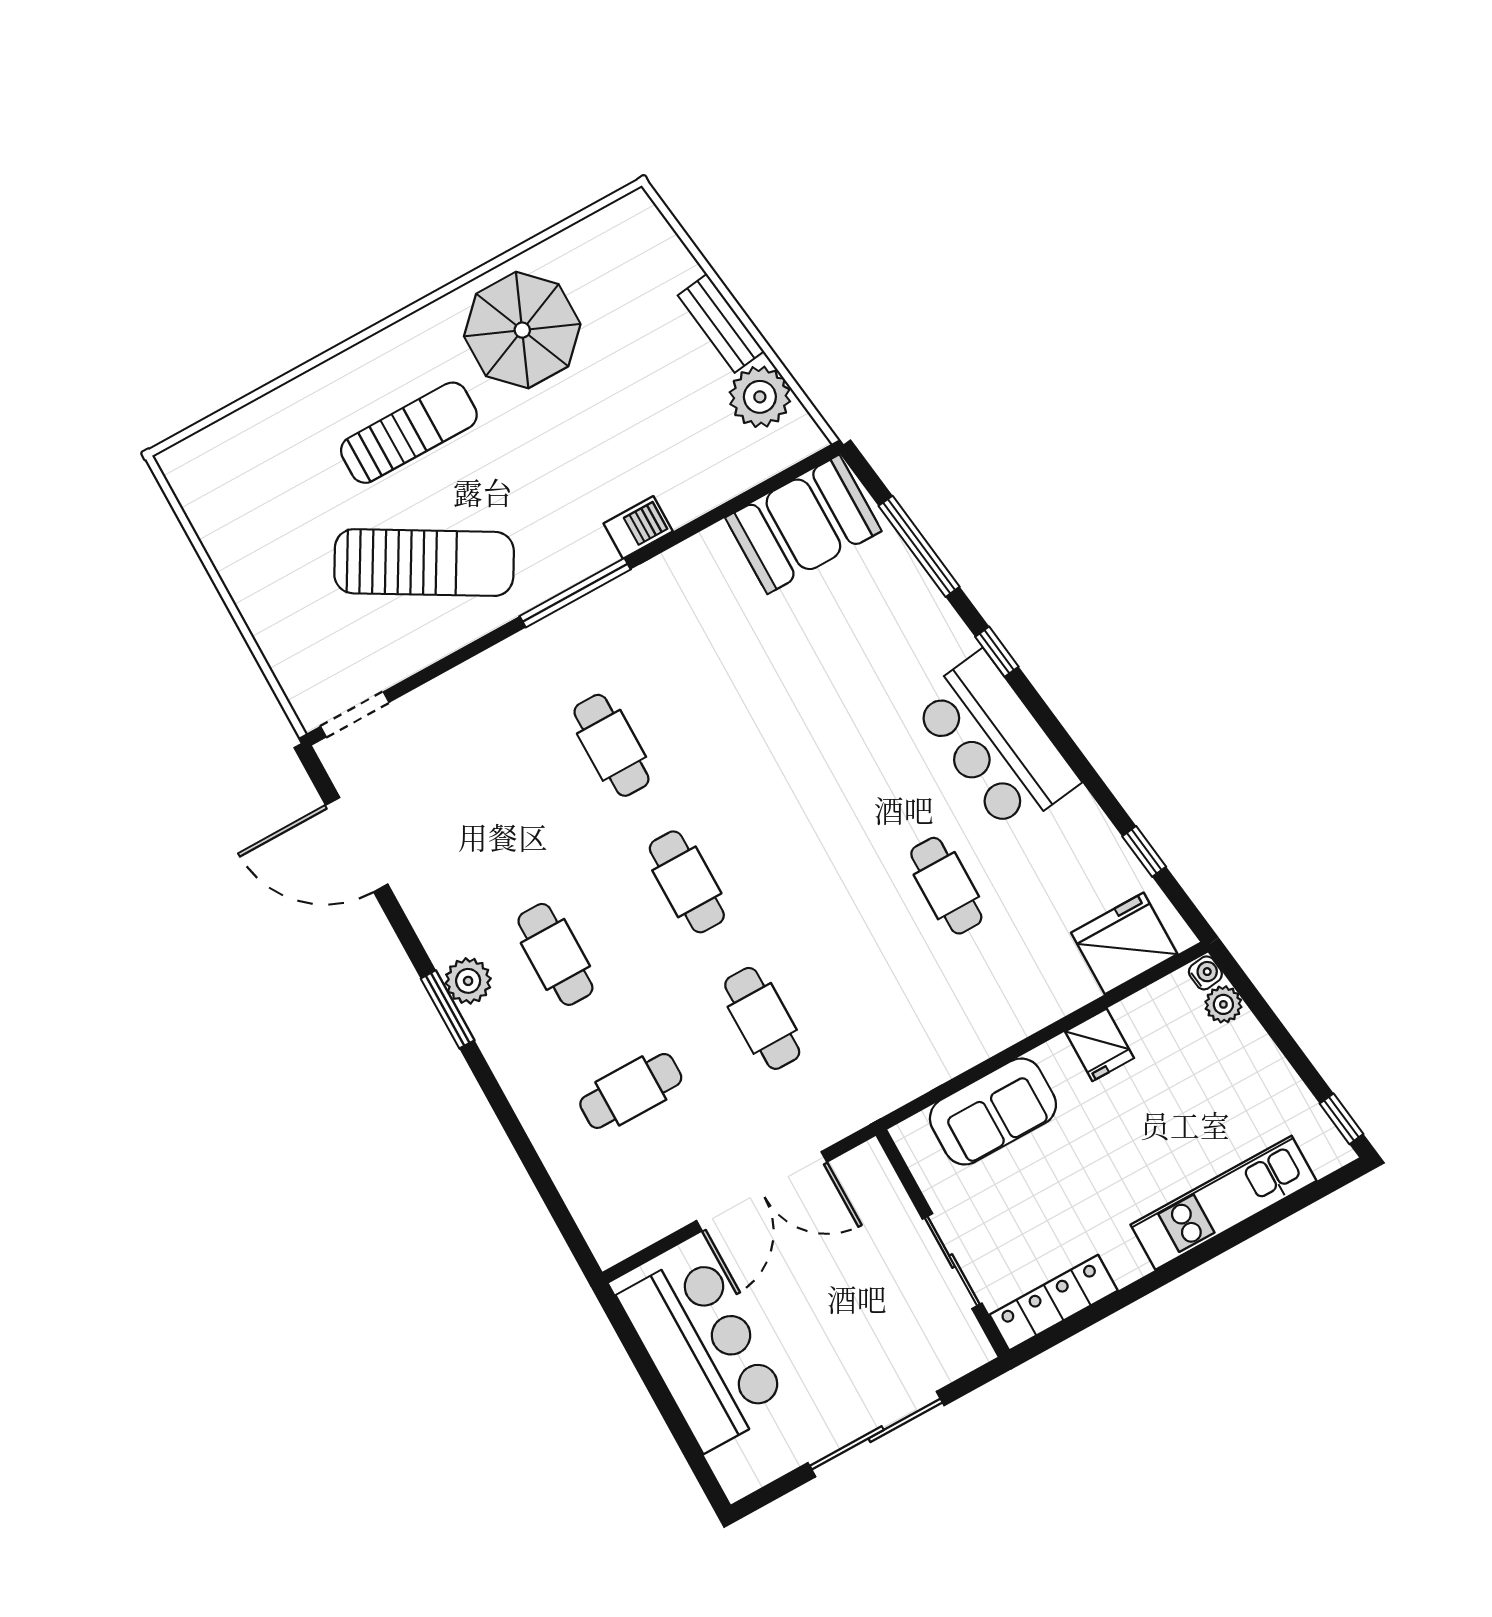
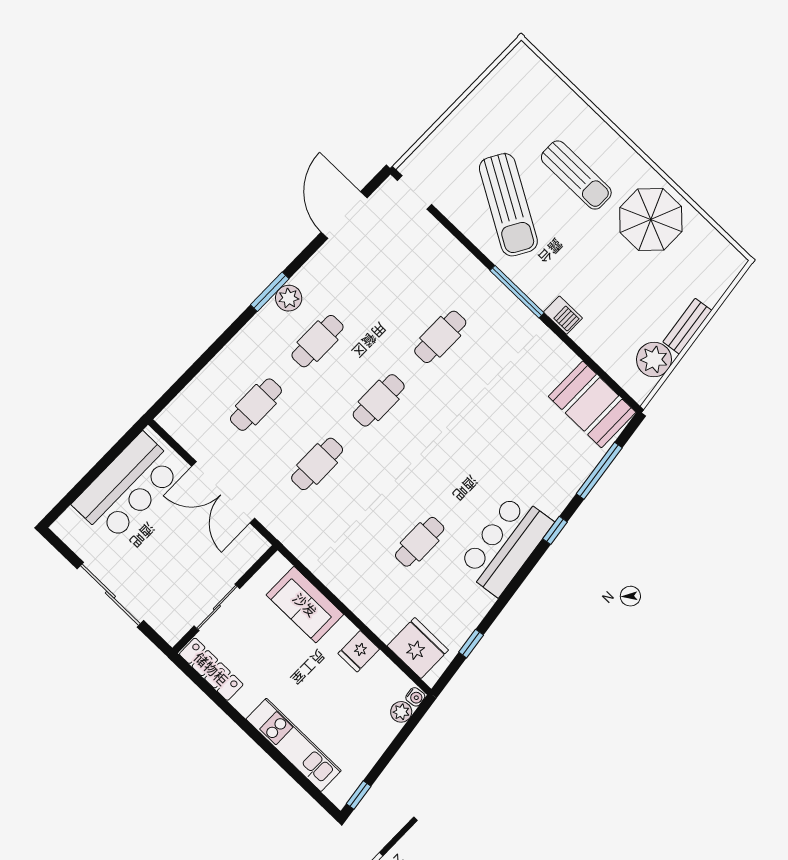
cafe table: (631, 1091) -> (256, 405), turned 90

